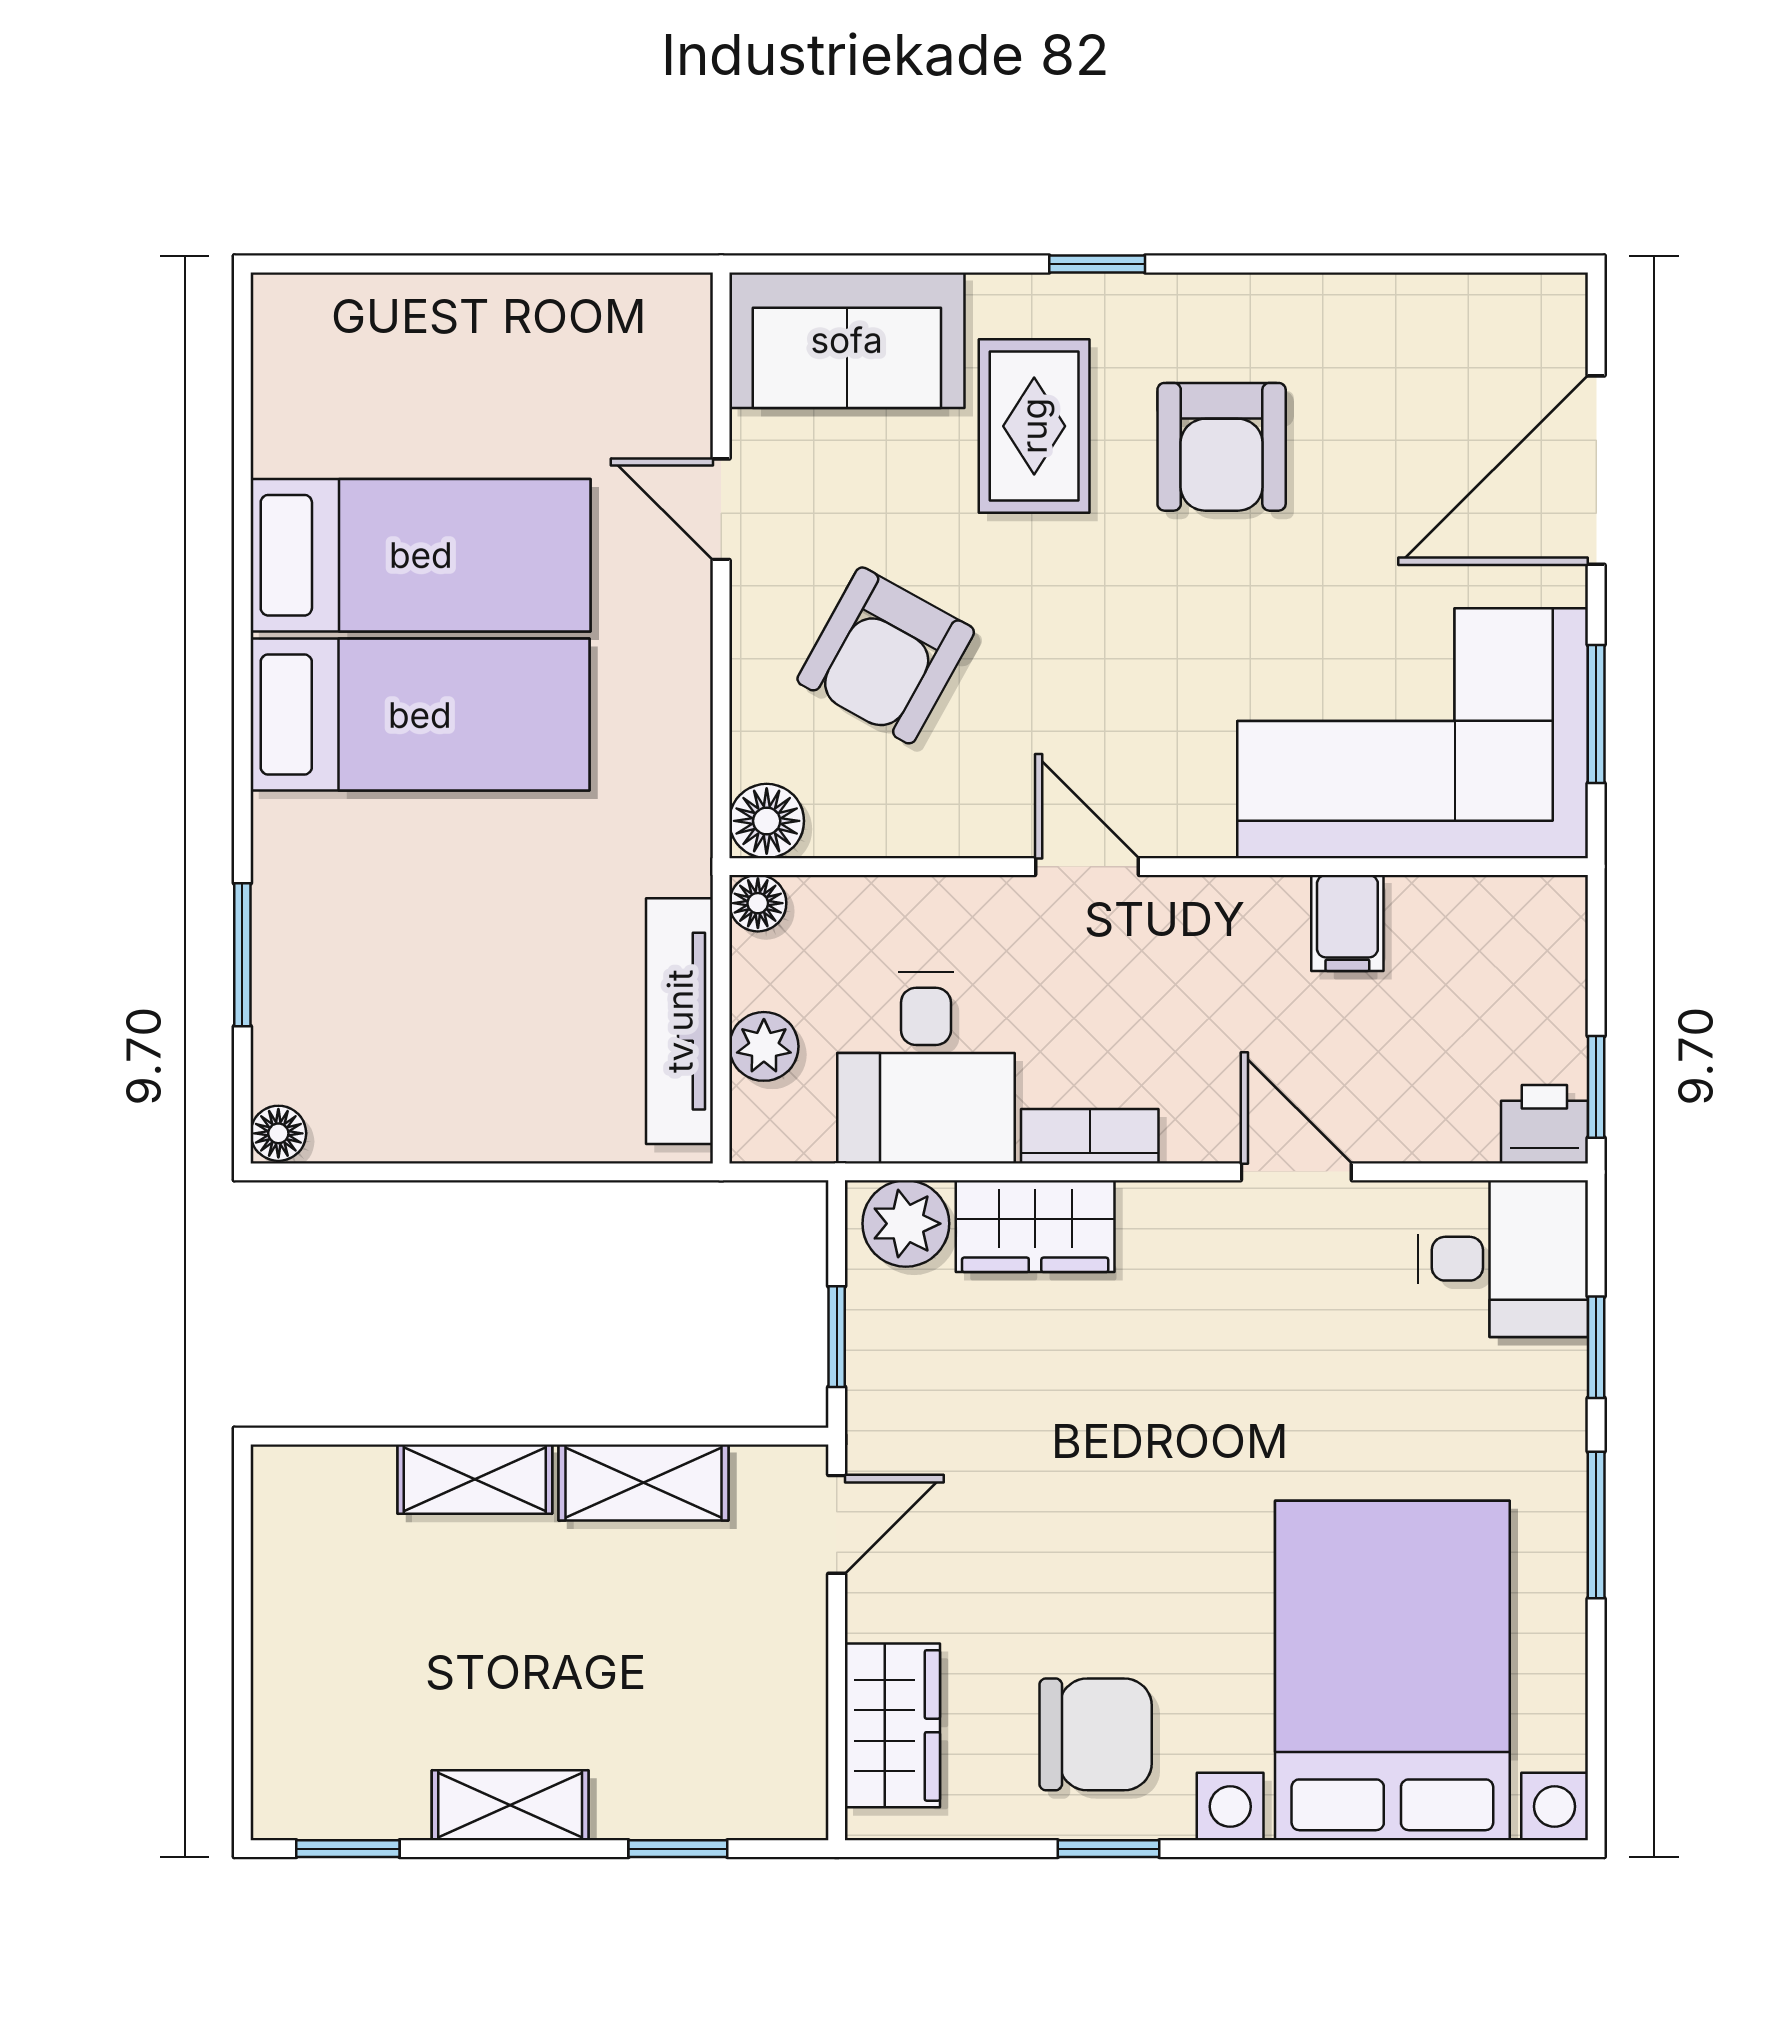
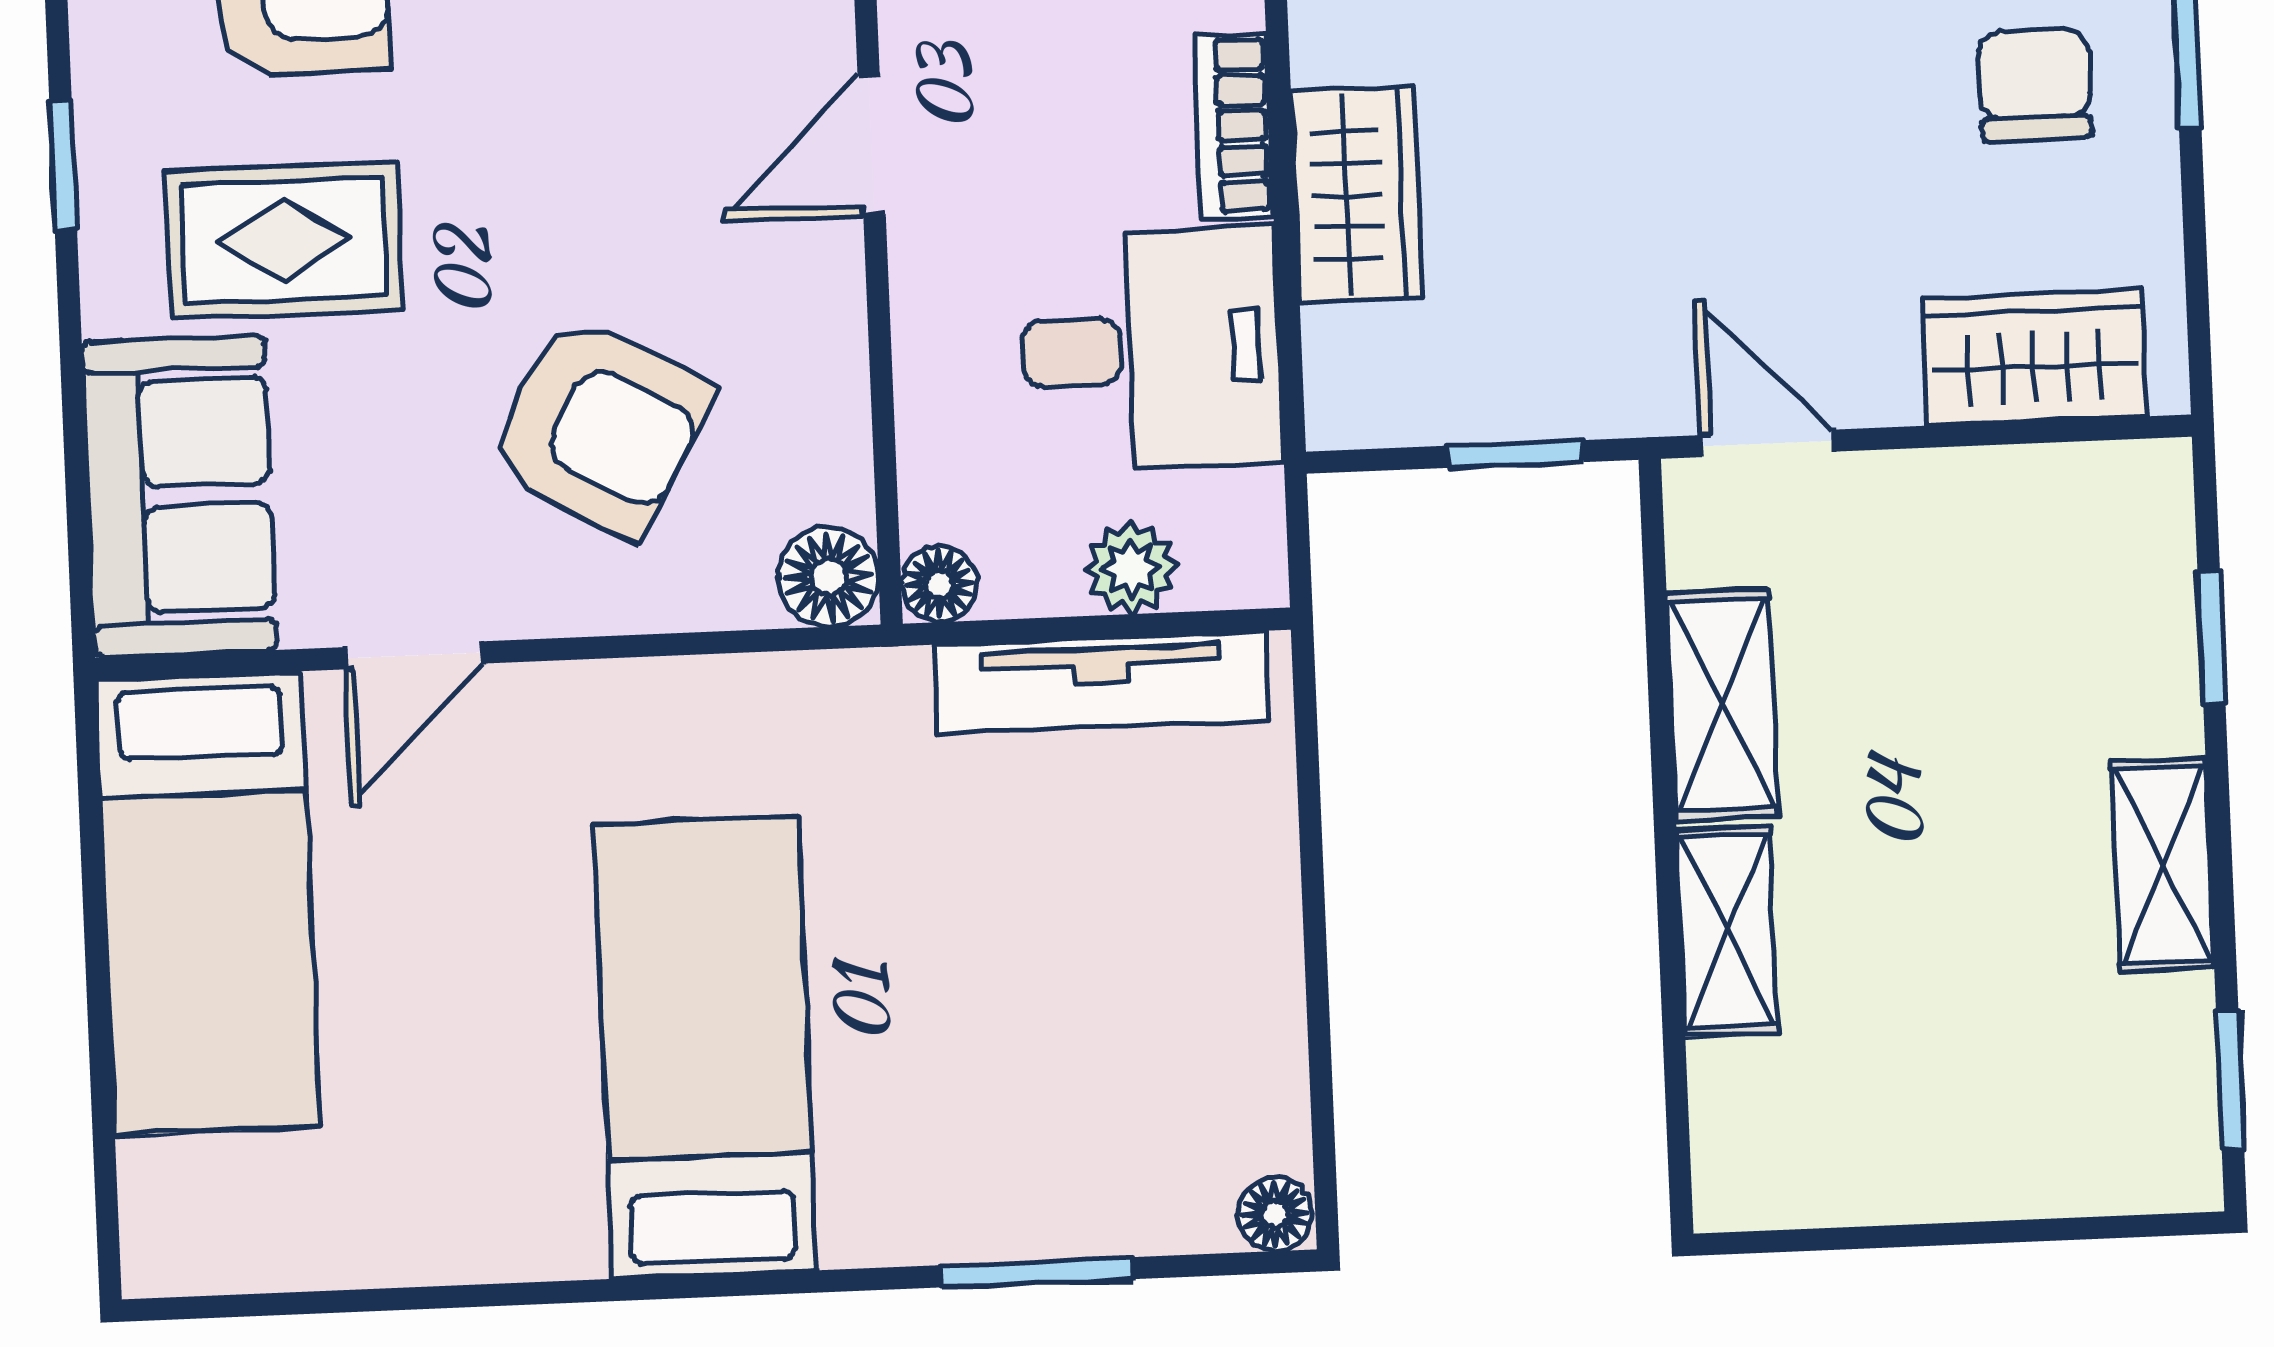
bed: (421, 555) -> (208, 903), moved, turned 180
plant: (906, 1224) -> (1360, 368), removed
chair: (1096, 1734) -> (2035, 84), width x0.73, depth x0.73

